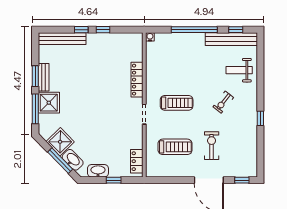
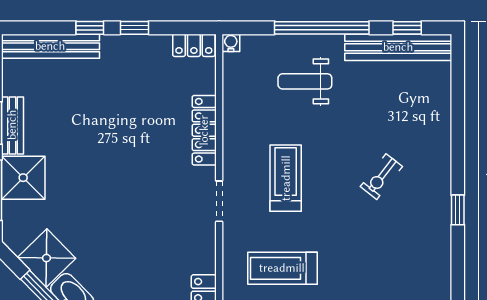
locker: (132, 38) -> (194, 45), added
weight bench: (239, 70) -> (305, 81), moved
treadmill: (177, 103) -> (286, 178), turned -90
exercise bike: (212, 146) -> (357, 266), removed
treadmill: (175, 147) -> (282, 268), turned 180

